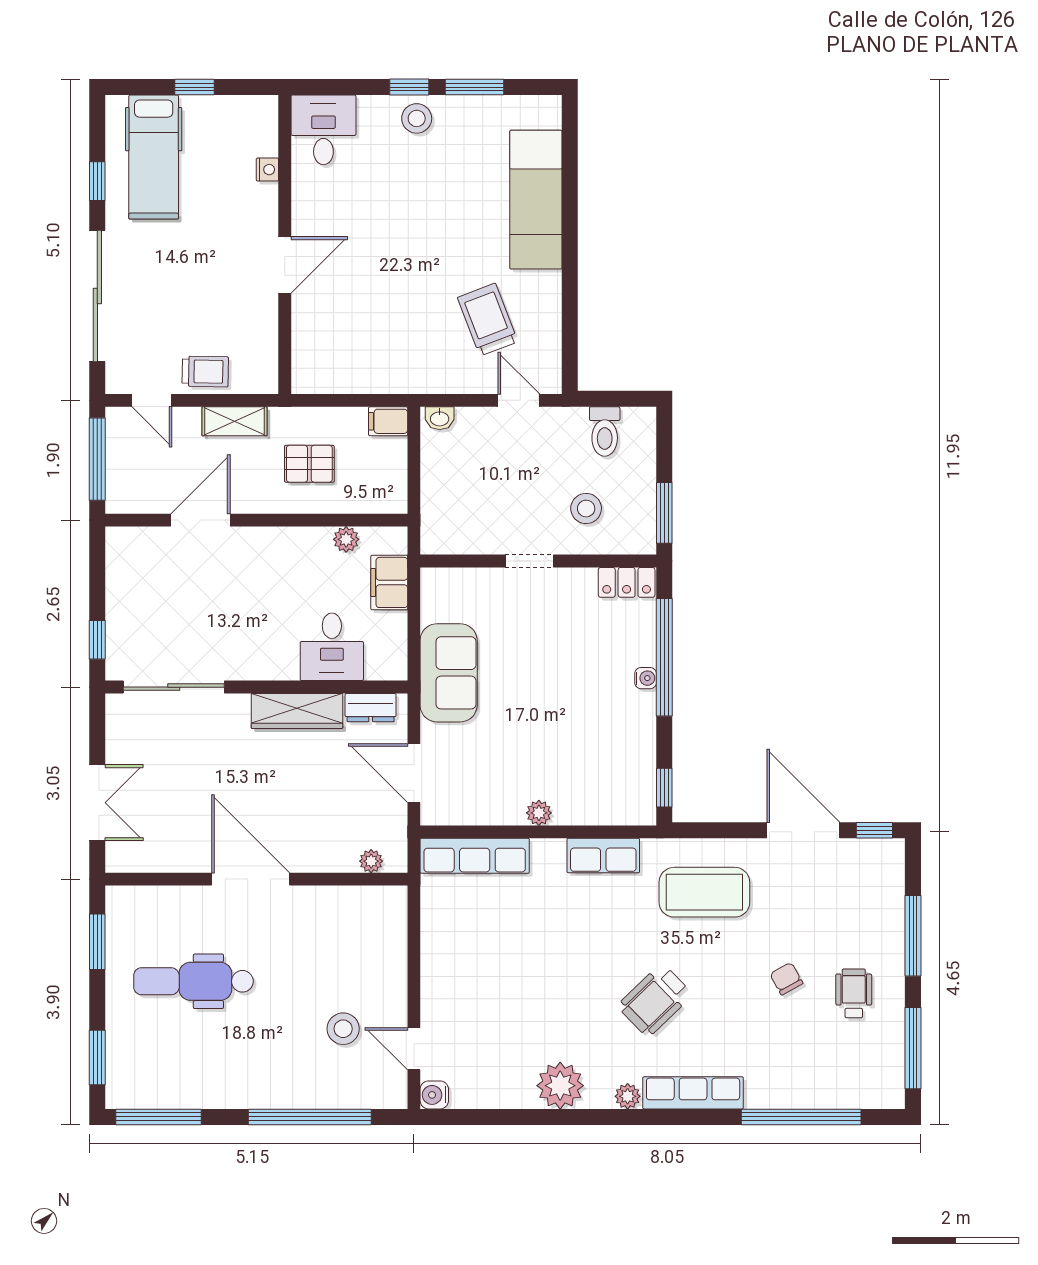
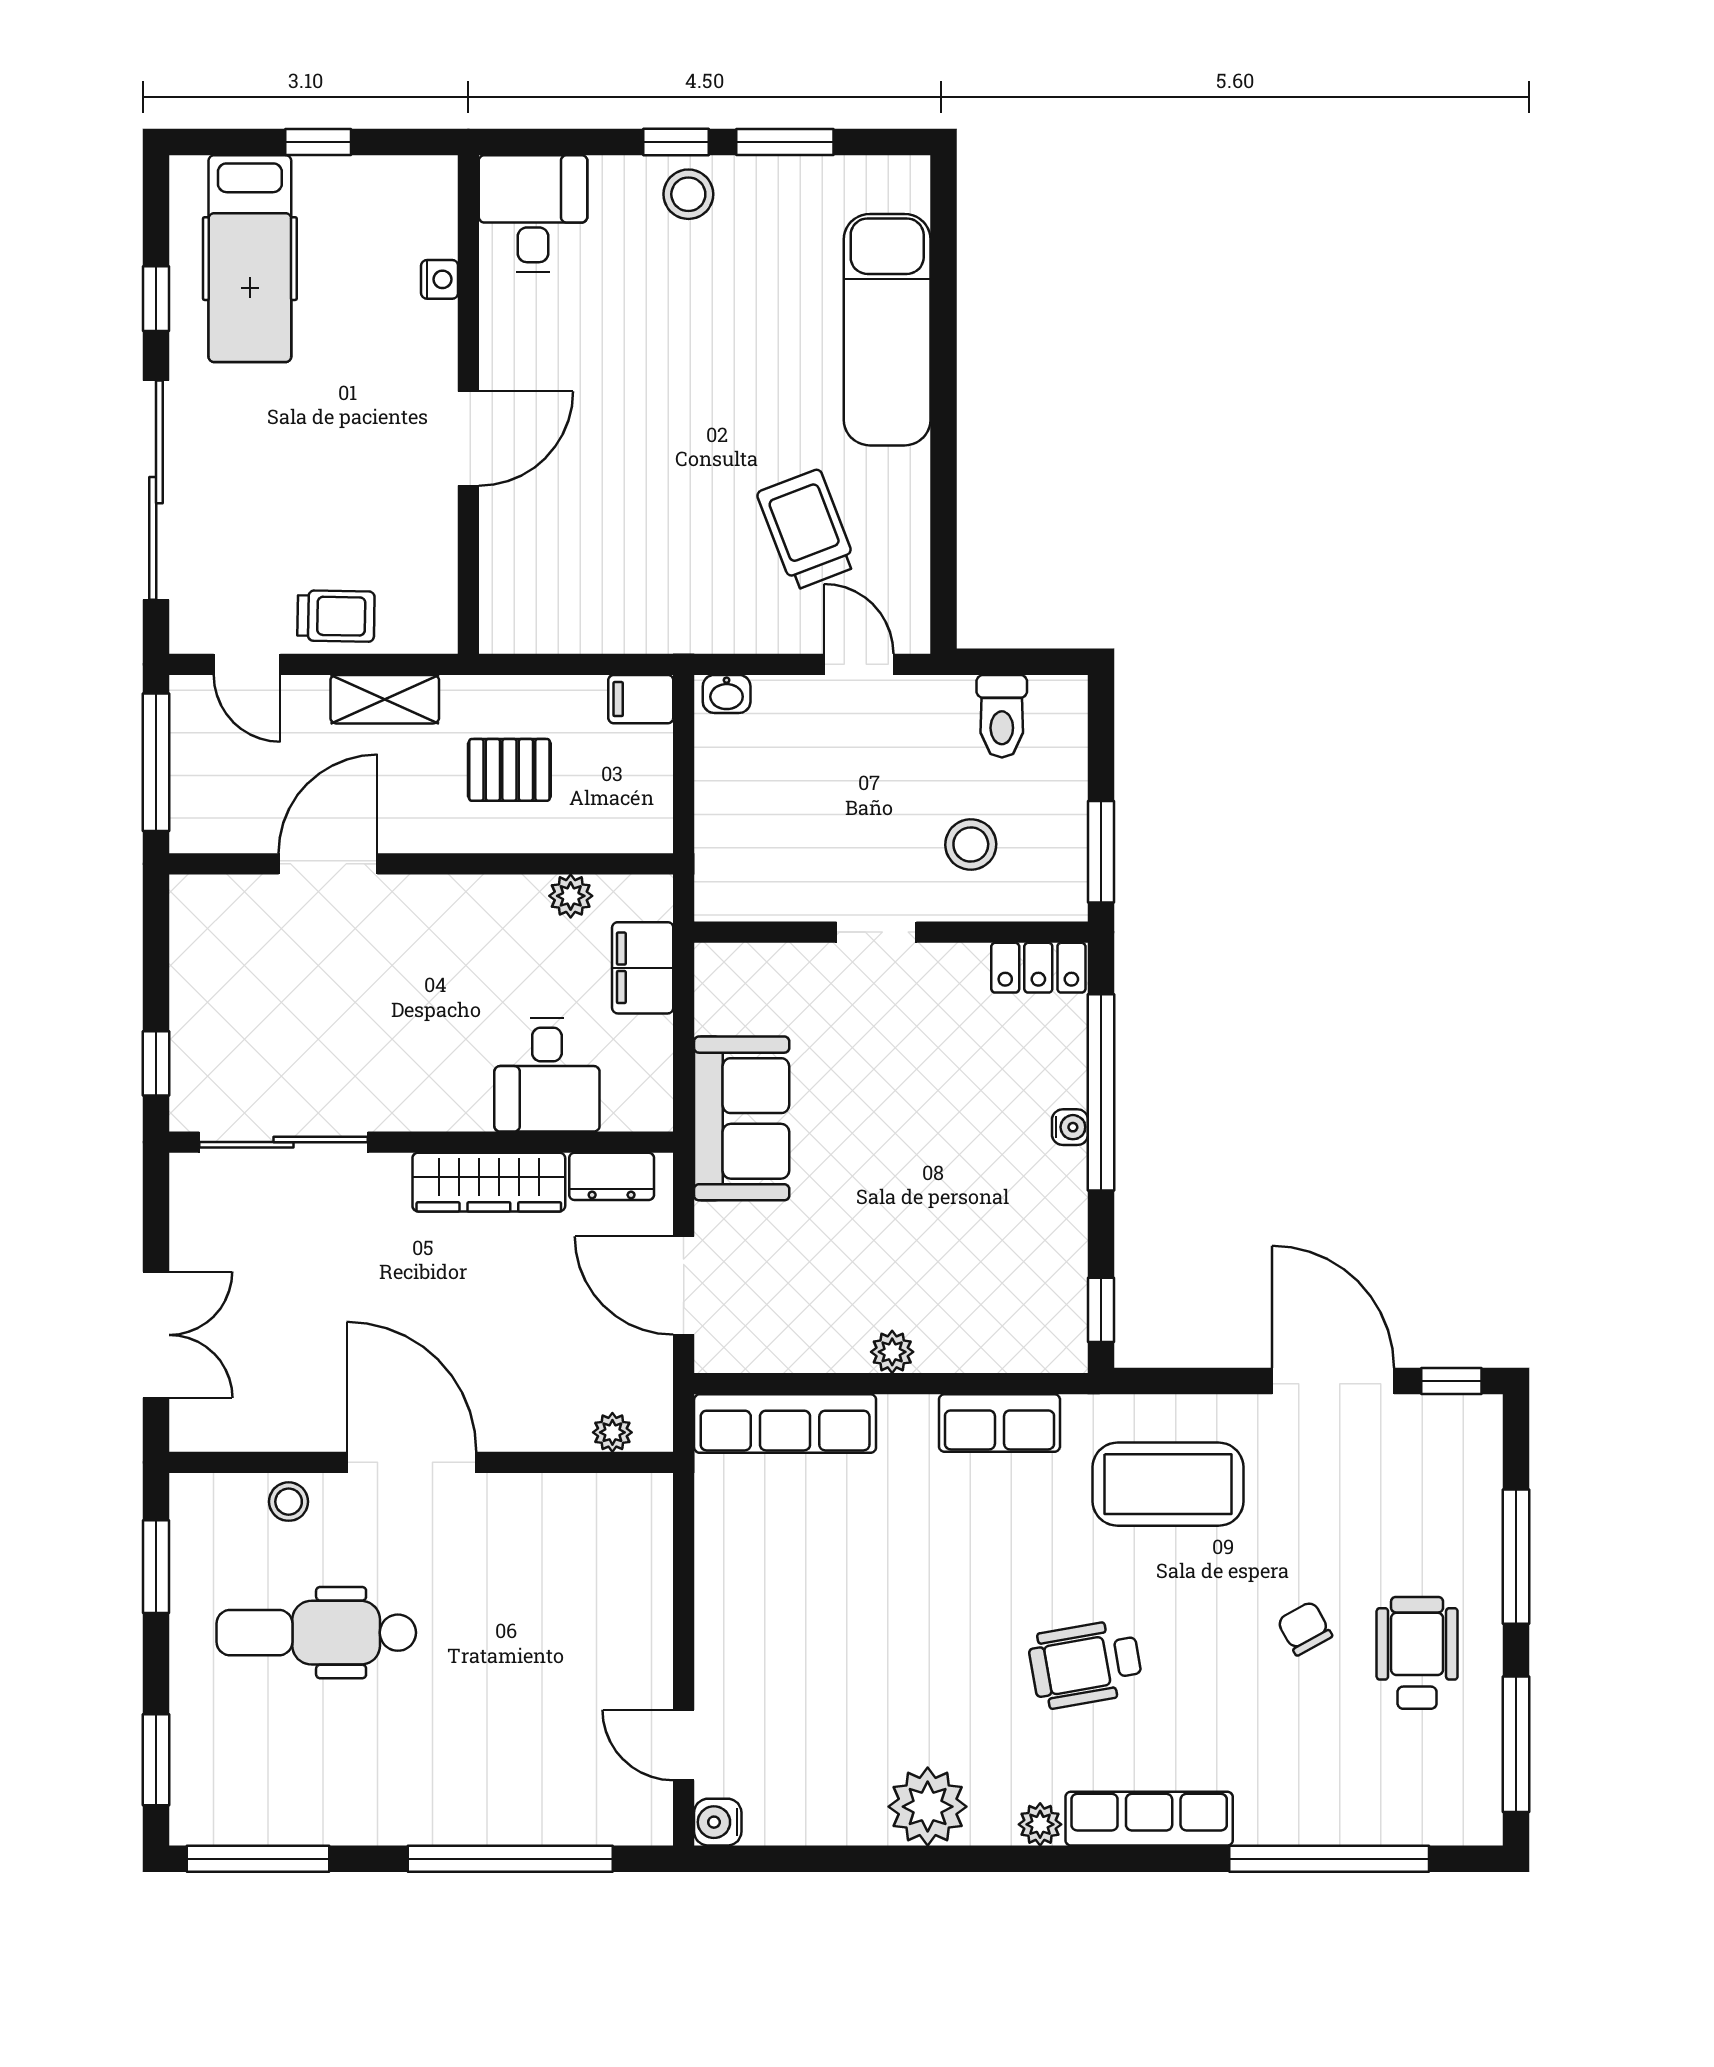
wheelchair: (854, 993) -> (1417, 1653), width x1.36, depth x1.37
wheelchair: (655, 1000) -> (1086, 1664), turned 34
stool: (343, 1029) -> (289, 1502), moved, width x0.73, depth x0.73

